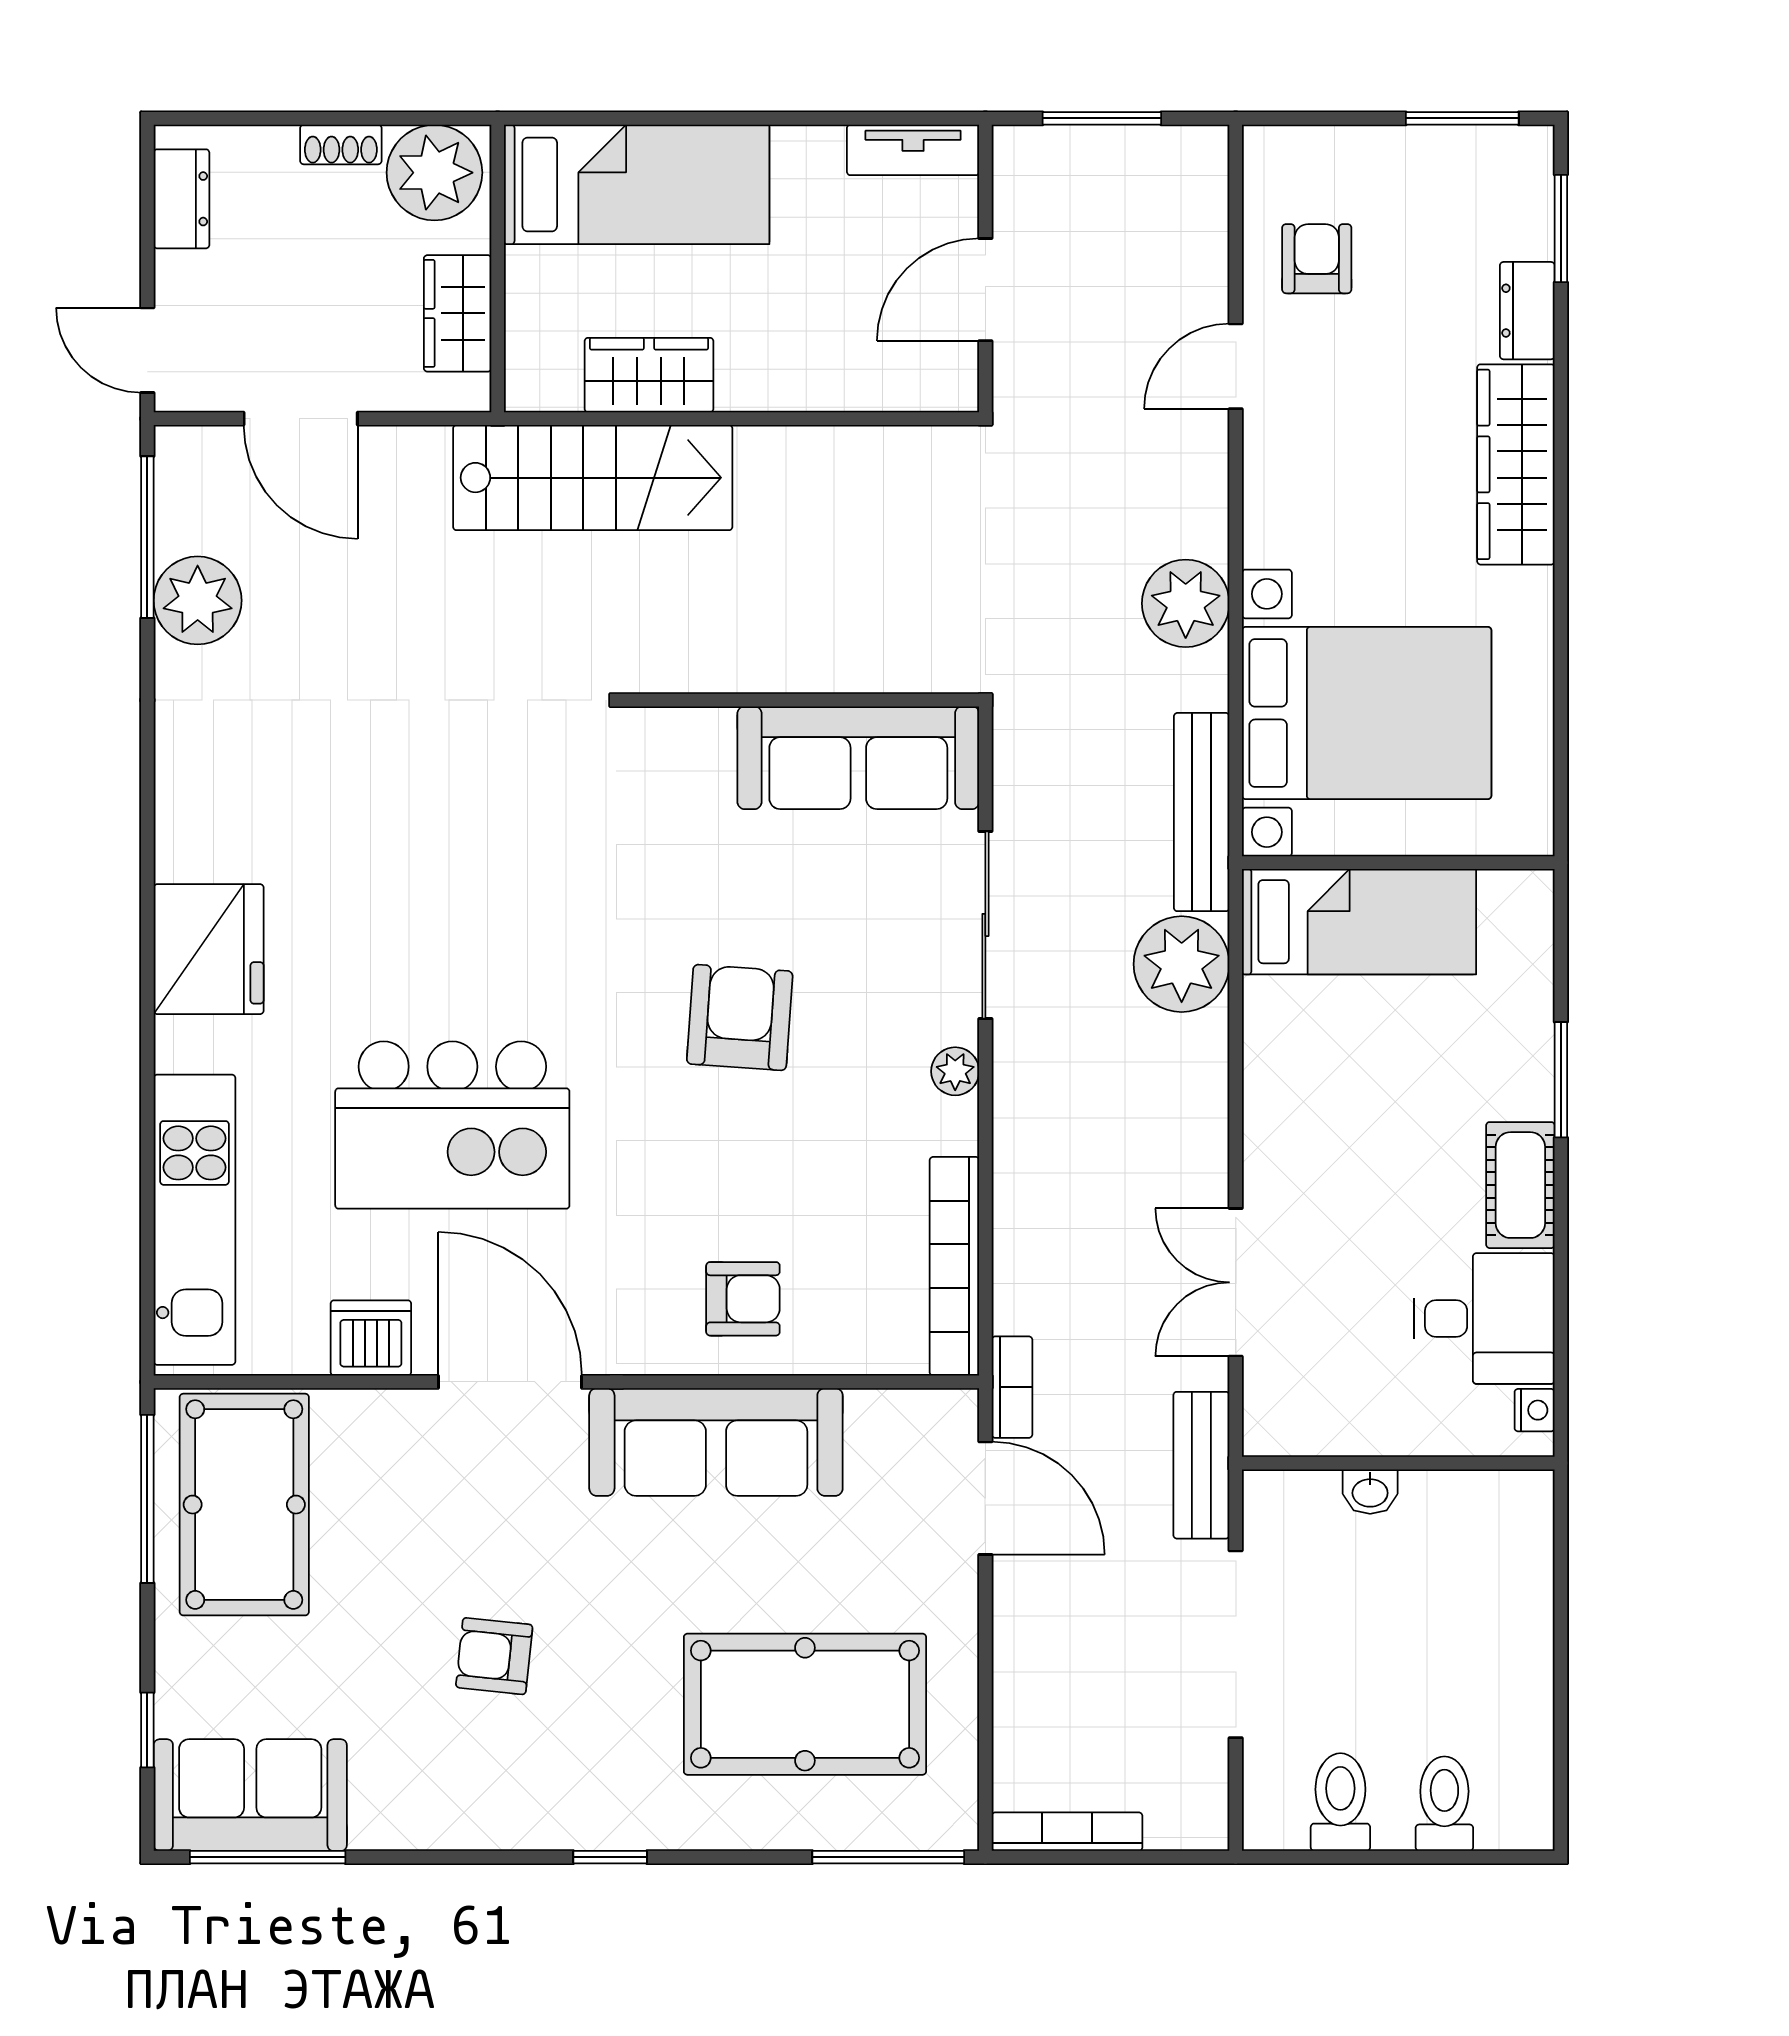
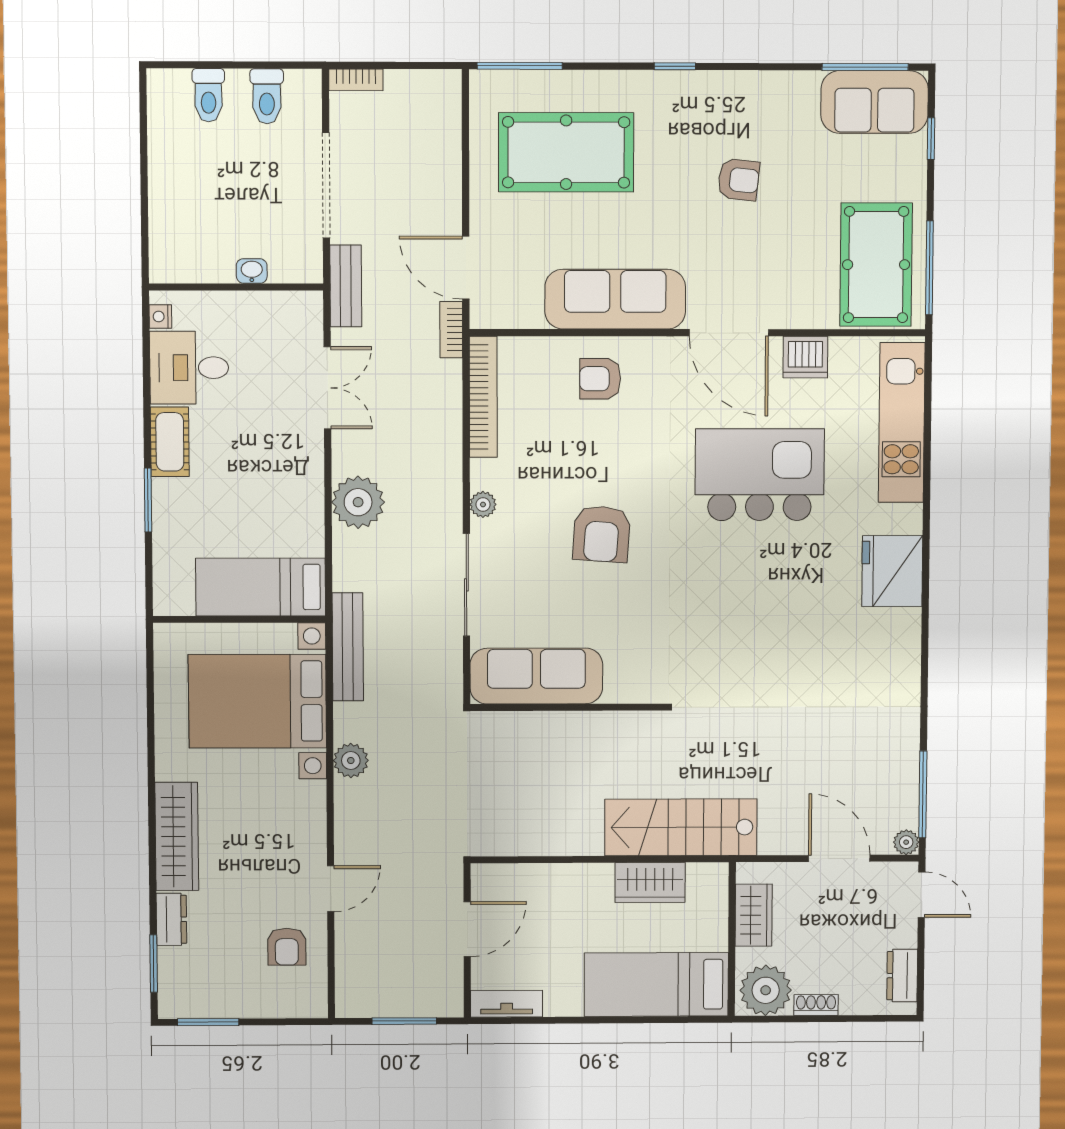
plant: (198, 600) -> (906, 842), moved, width x0.53, depth x0.53
plant: (1186, 603) -> (351, 760), width x0.73, depth x0.73
plant: (1182, 964) -> (358, 502), moved
bookcase: (1067, 1832) -> (356, 80), moved, width x0.64

